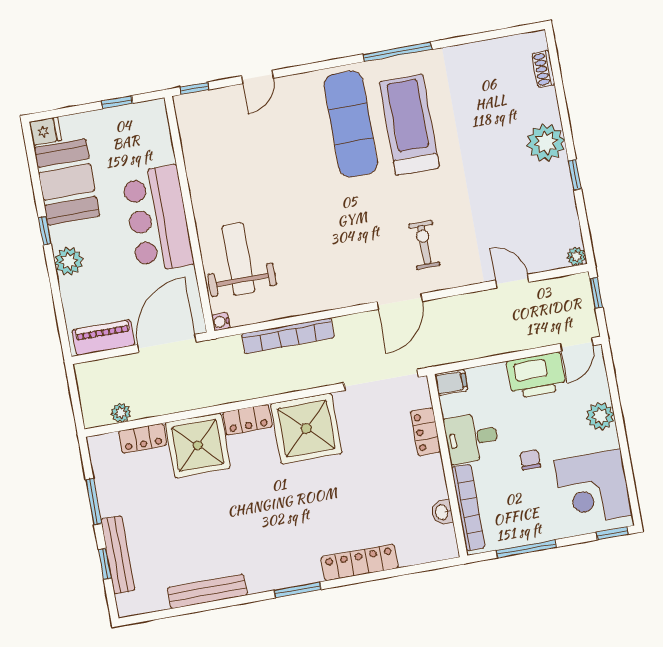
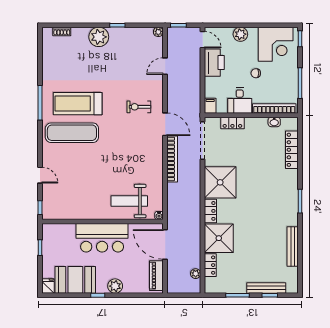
bookcase: (288, 336) -> (172, 159), moved
locker: (360, 563) -> (292, 150), moved

